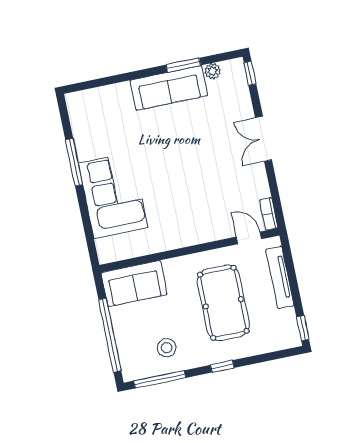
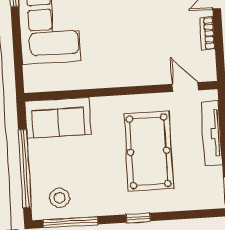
bookcase: (269, 214) -> (208, 33), moved
stool: (167, 348) -> (59, 198), moved

